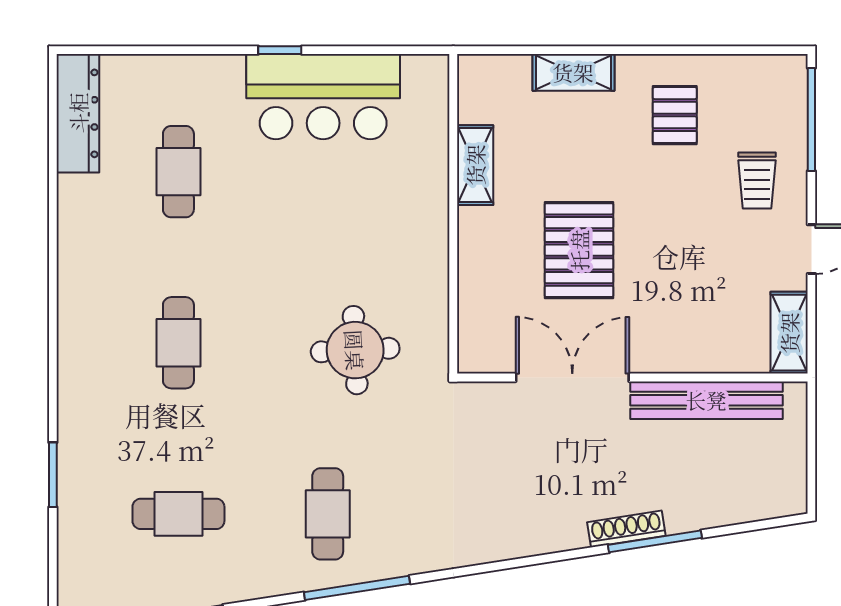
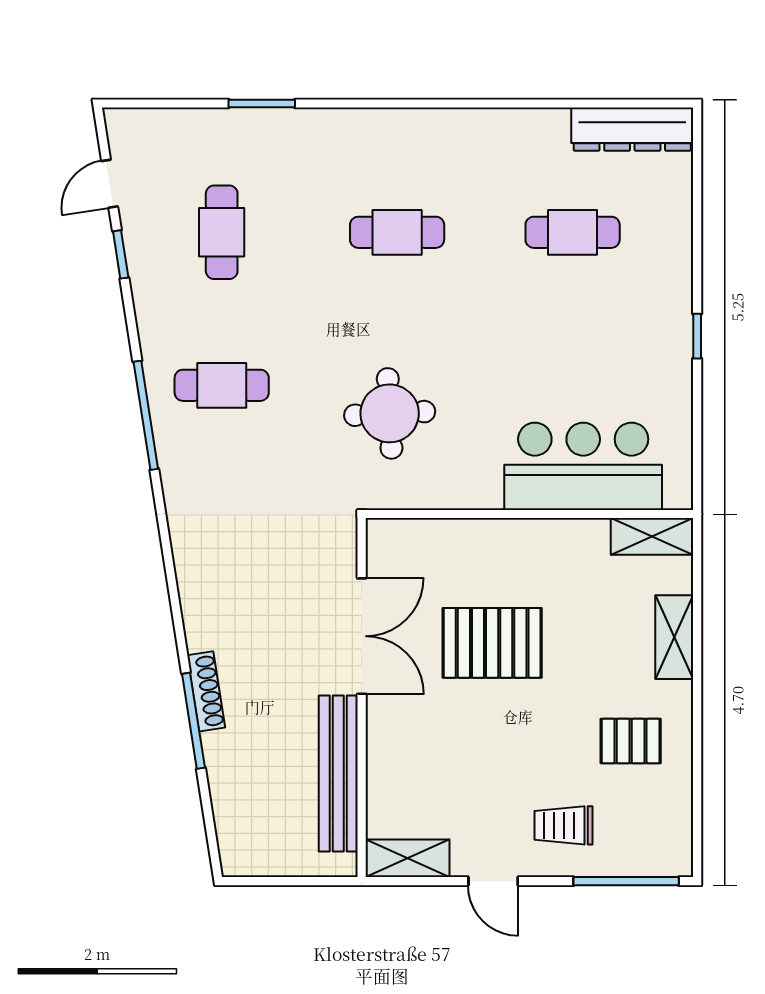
bar counter: (323, 97) -> (583, 466), moved, turned 90
shelving: (475, 165) -> (652, 536), moved

